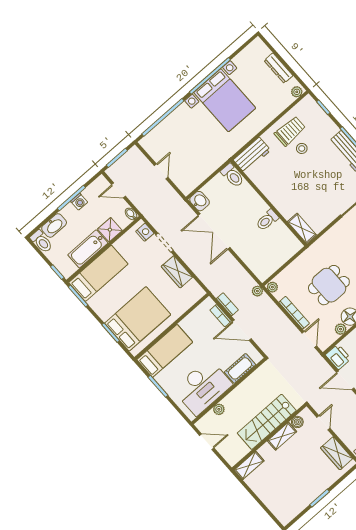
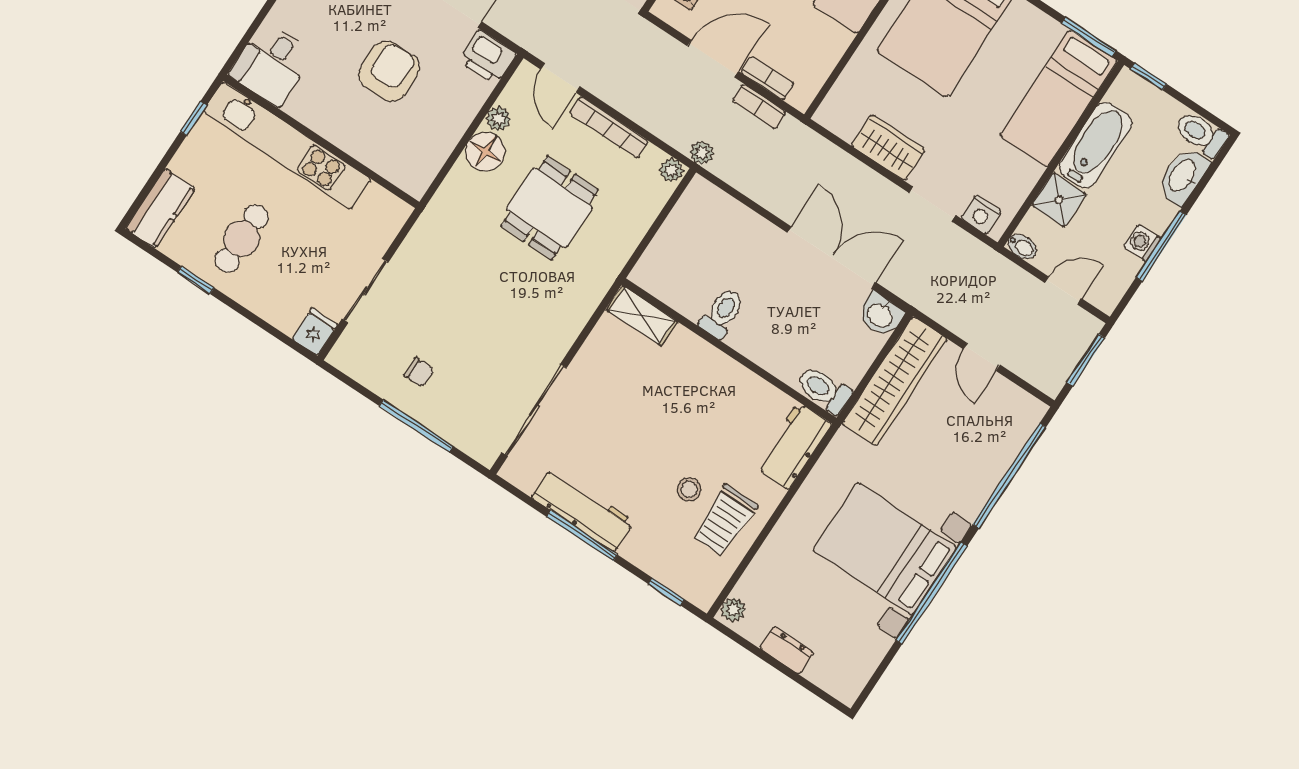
dresser: (278, 68) -> (787, 651), width x0.70
wardrobe: (201, 171) -> (895, 381), added

